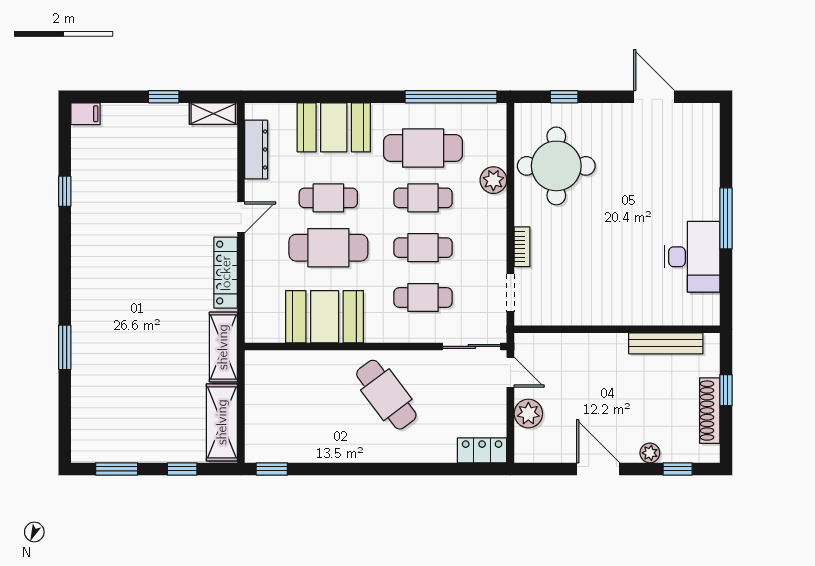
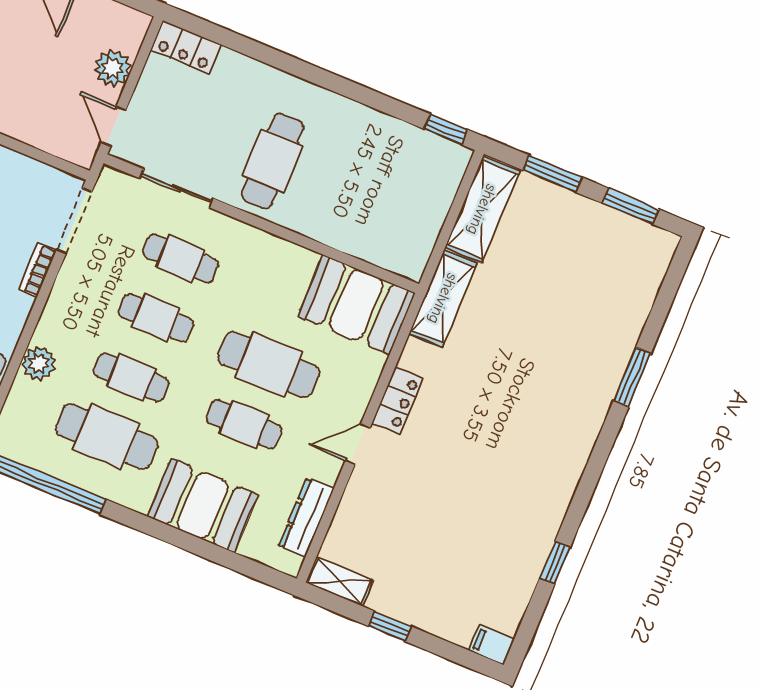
locker: (226, 273) -> (397, 401), width x0.66
doorway: (510, 293) -> (74, 221), width x1.38
booth: (325, 317) -> (356, 305), moved
sliding door: (472, 346) -> (176, 188), moved
cafe table: (386, 395) -> (273, 161), turned 37
window: (182, 469) -> (553, 174), width x1.50

